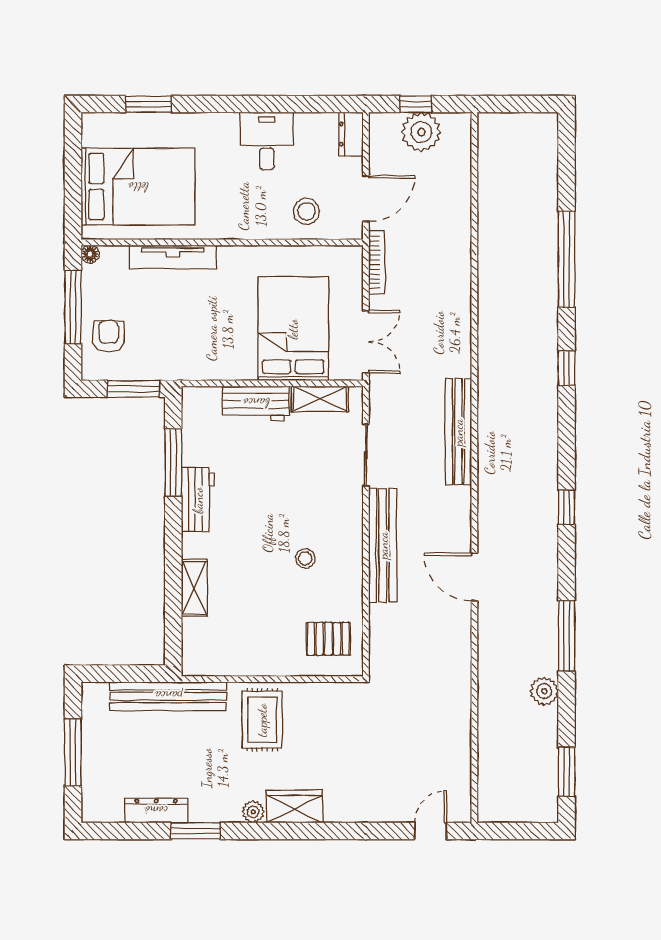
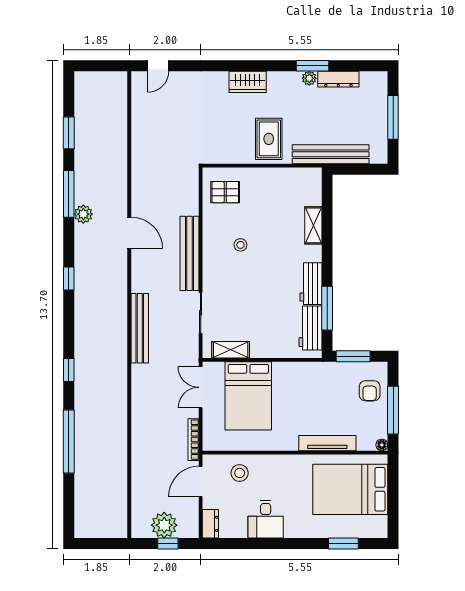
workbench: (256, 403) -> (310, 328), moved, turned -90
plant: (544, 691) -> (83, 214), moved
window: (567, 772) -> (69, 133), moved
plant: (253, 812) -> (309, 78), moved

